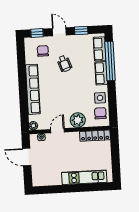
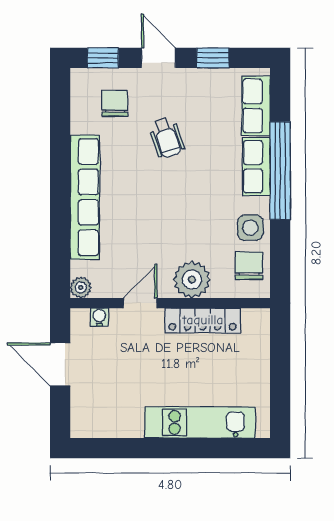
window: (110, 61) -> (280, 171), moved
locker: (95, 136) -> (203, 320), moved

